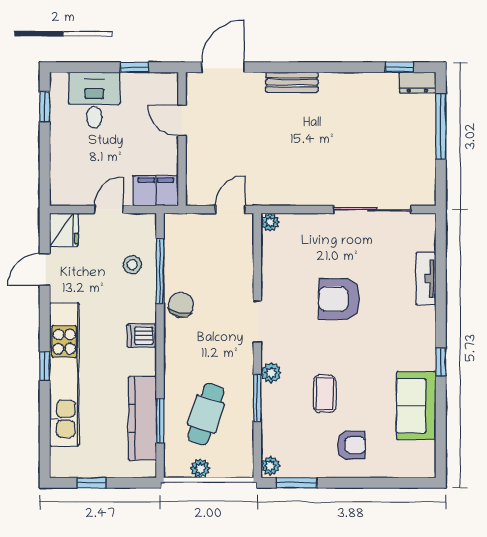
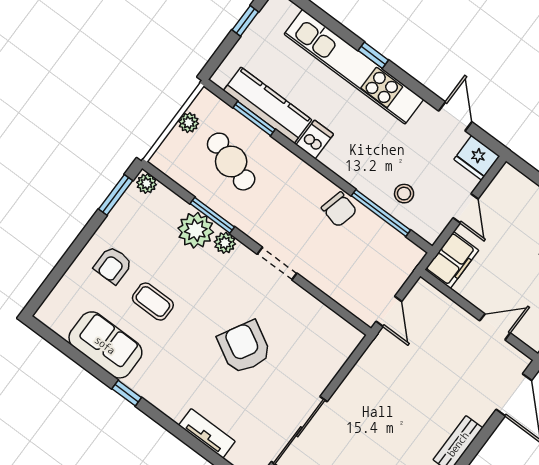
plant: (270, 222) -> (196, 230), moved, width x1.88, depth x1.88
armchair: (339, 299) -> (244, 347), turned -61
dishwasher: (142, 336) -> (315, 139), moved
coffee table: (325, 394) -> (153, 302), moved

